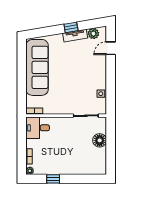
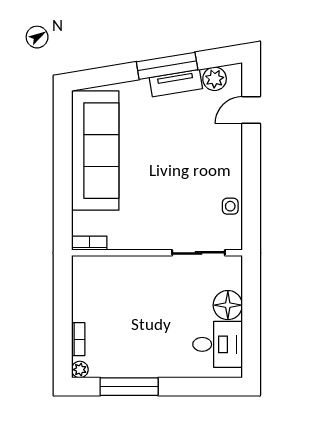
window: (71, 27) -> (167, 66), width x2.17
desk: (38, 128) -> (218, 344), moved, turned 180
window: (53, 179) -> (129, 387), width x2.17

